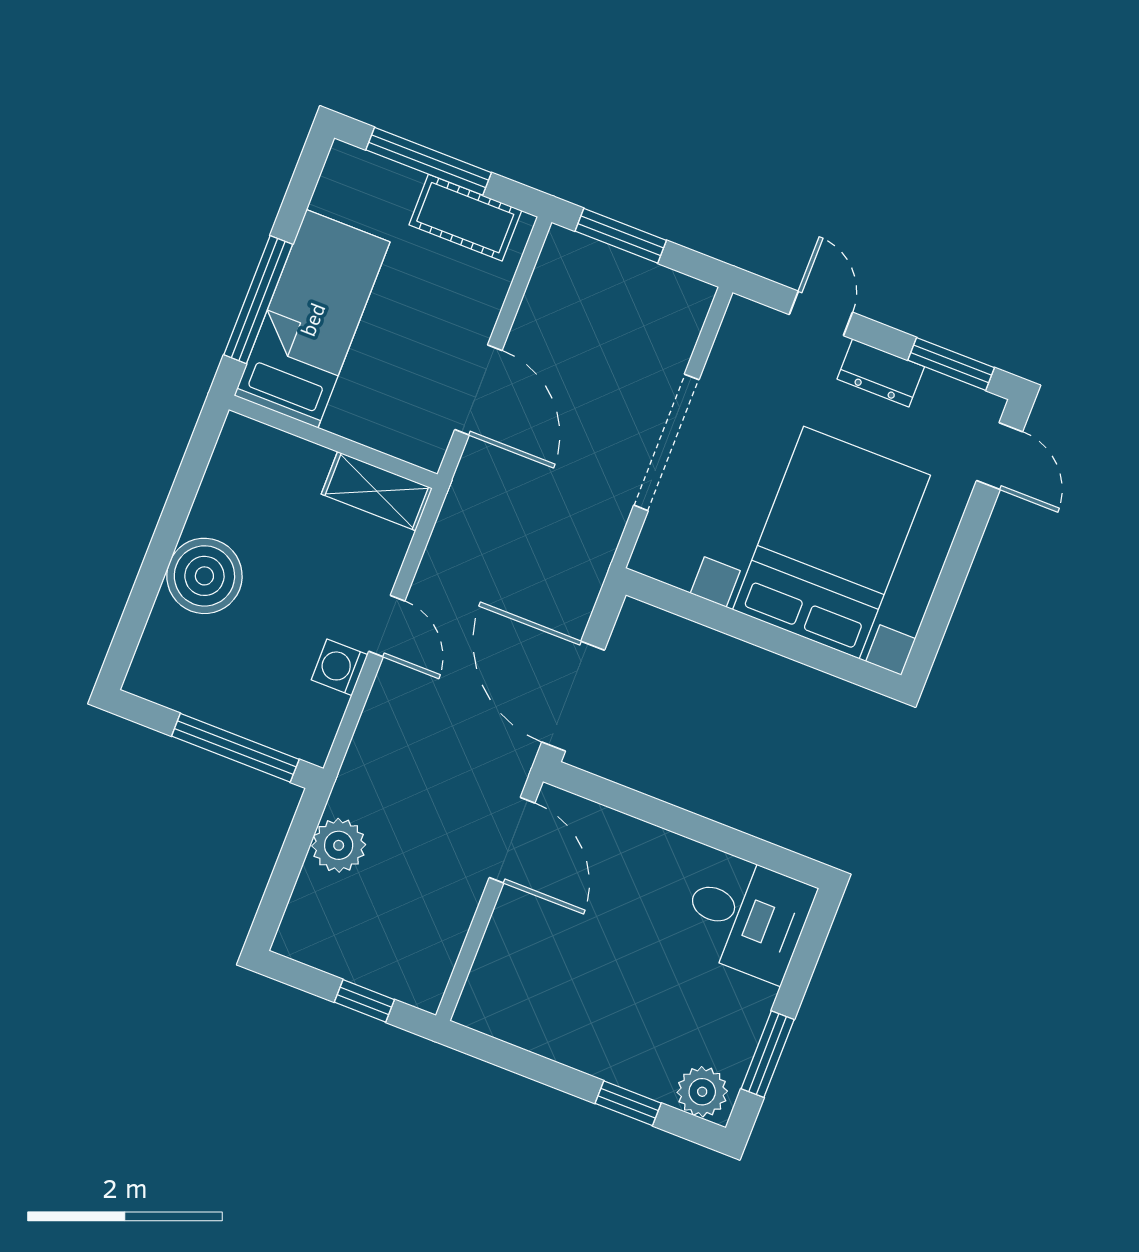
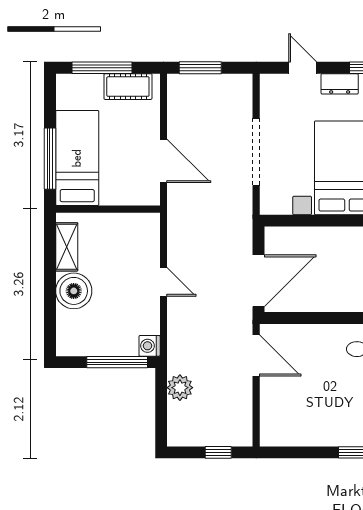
shelving: (377, 491) -> (67, 247), moved, turned 90
washing machine: (339, 667) -> (150, 346), moved
door: (573, 696) -> (259, 281), swing flipped

